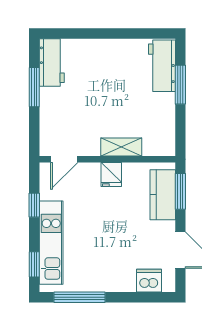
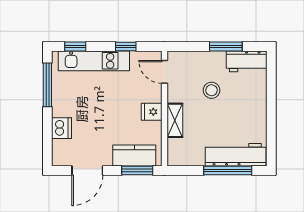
workbench: (162, 66) -> (236, 155), width x1.37
window: (180, 85) -> (228, 170), width x1.44
stool: (86, 104) -> (212, 90), added
dishwasher: (149, 281) -> (62, 128), moved

